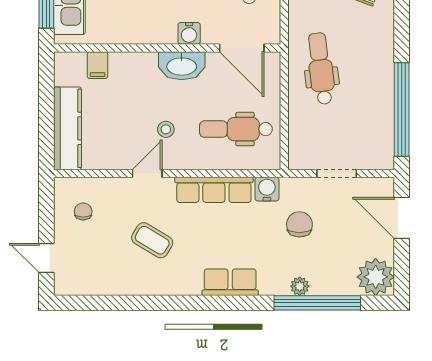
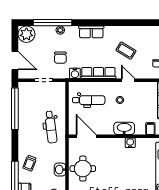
water cooler: (189, 33) -> (130, 143), moved
washbasin: (182, 66) -> (124, 128), moved
door: (147, 174) -> (128, 80), swing flipped

